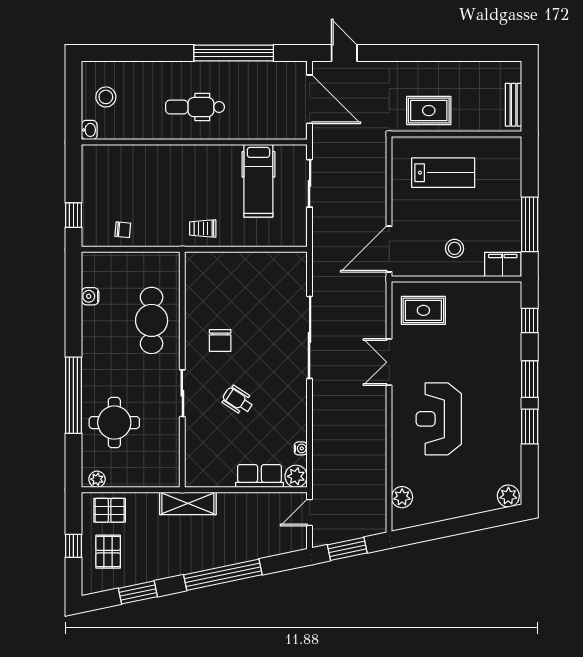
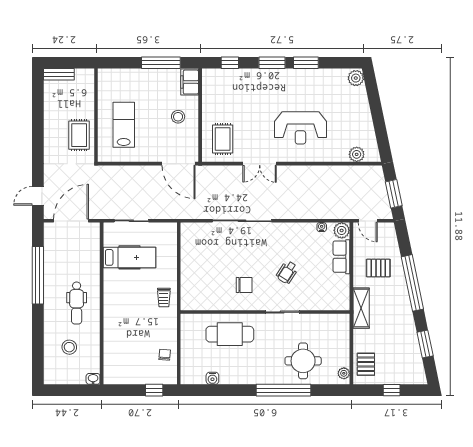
stool: (106, 97) -> (69, 347), moved
bench: (514, 105) -> (59, 74), moved
pallet: (108, 552) -> (378, 268), moved

